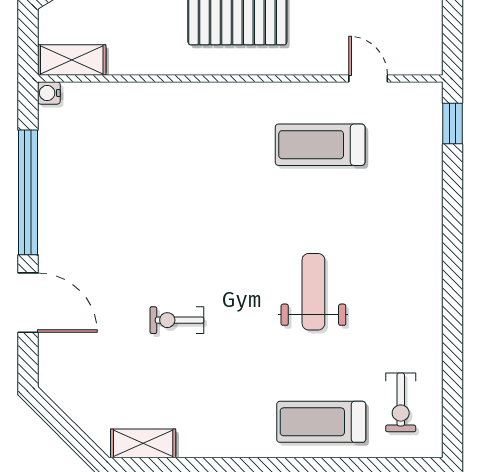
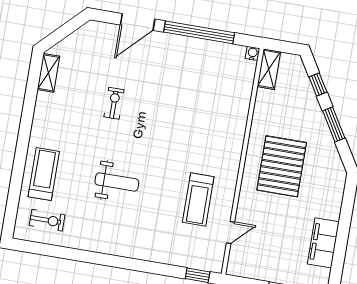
treadmill: (320, 145) -> (198, 200), turned 180
exercise bike: (401, 402) -> (47, 220), turned 180

